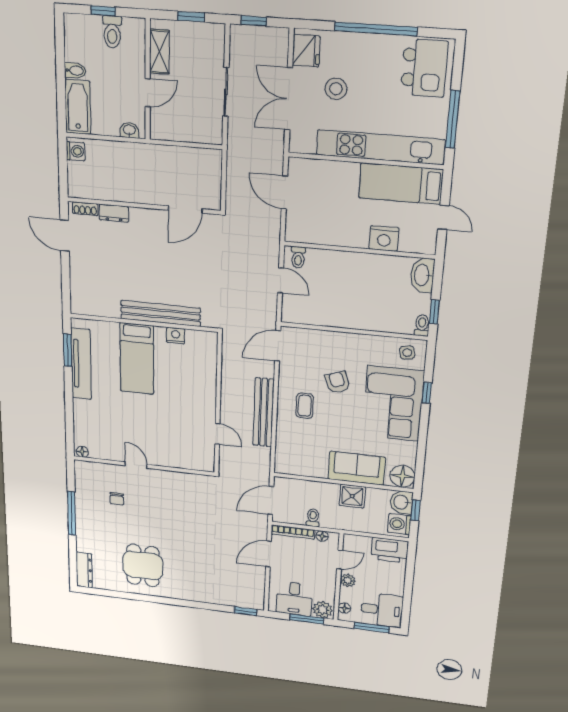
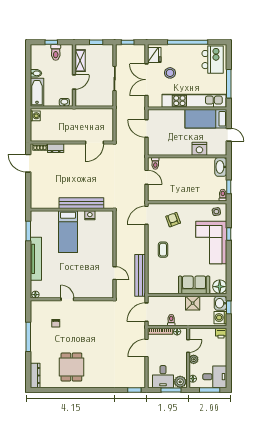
tv unit: (81, 364) -> (36, 259), moved
armchair: (338, 382) -> (173, 220), moved
bench: (263, 412) -> (140, 275), moved
printer: (390, 550) -> (221, 333), width x0.53, depth x0.68

